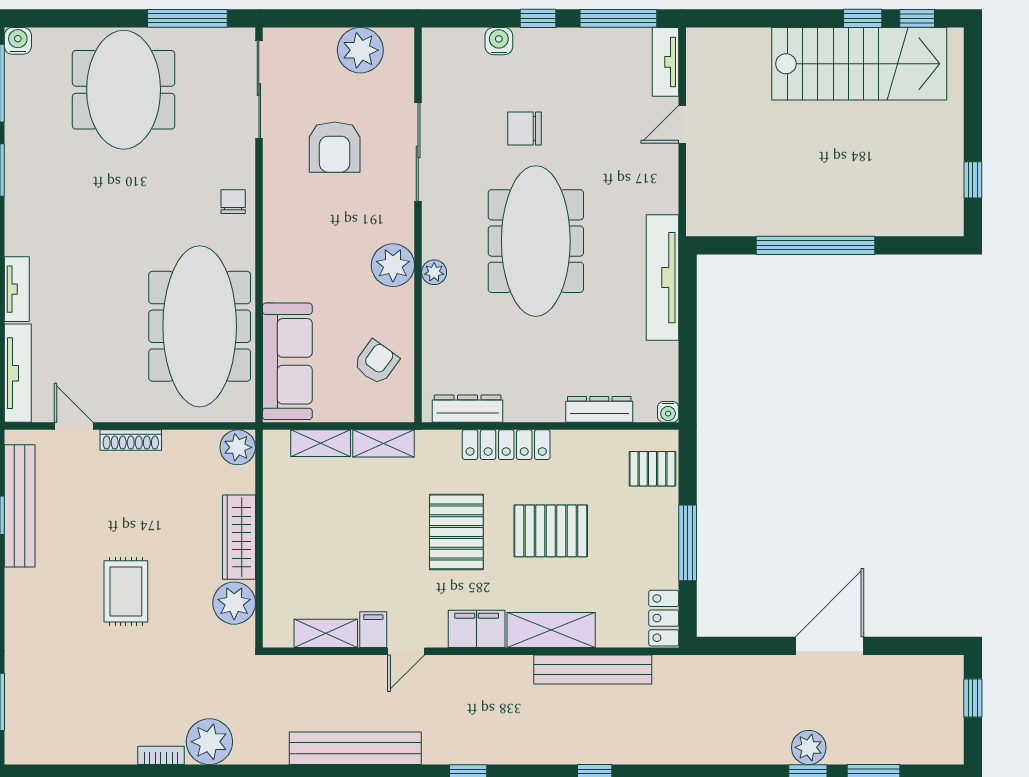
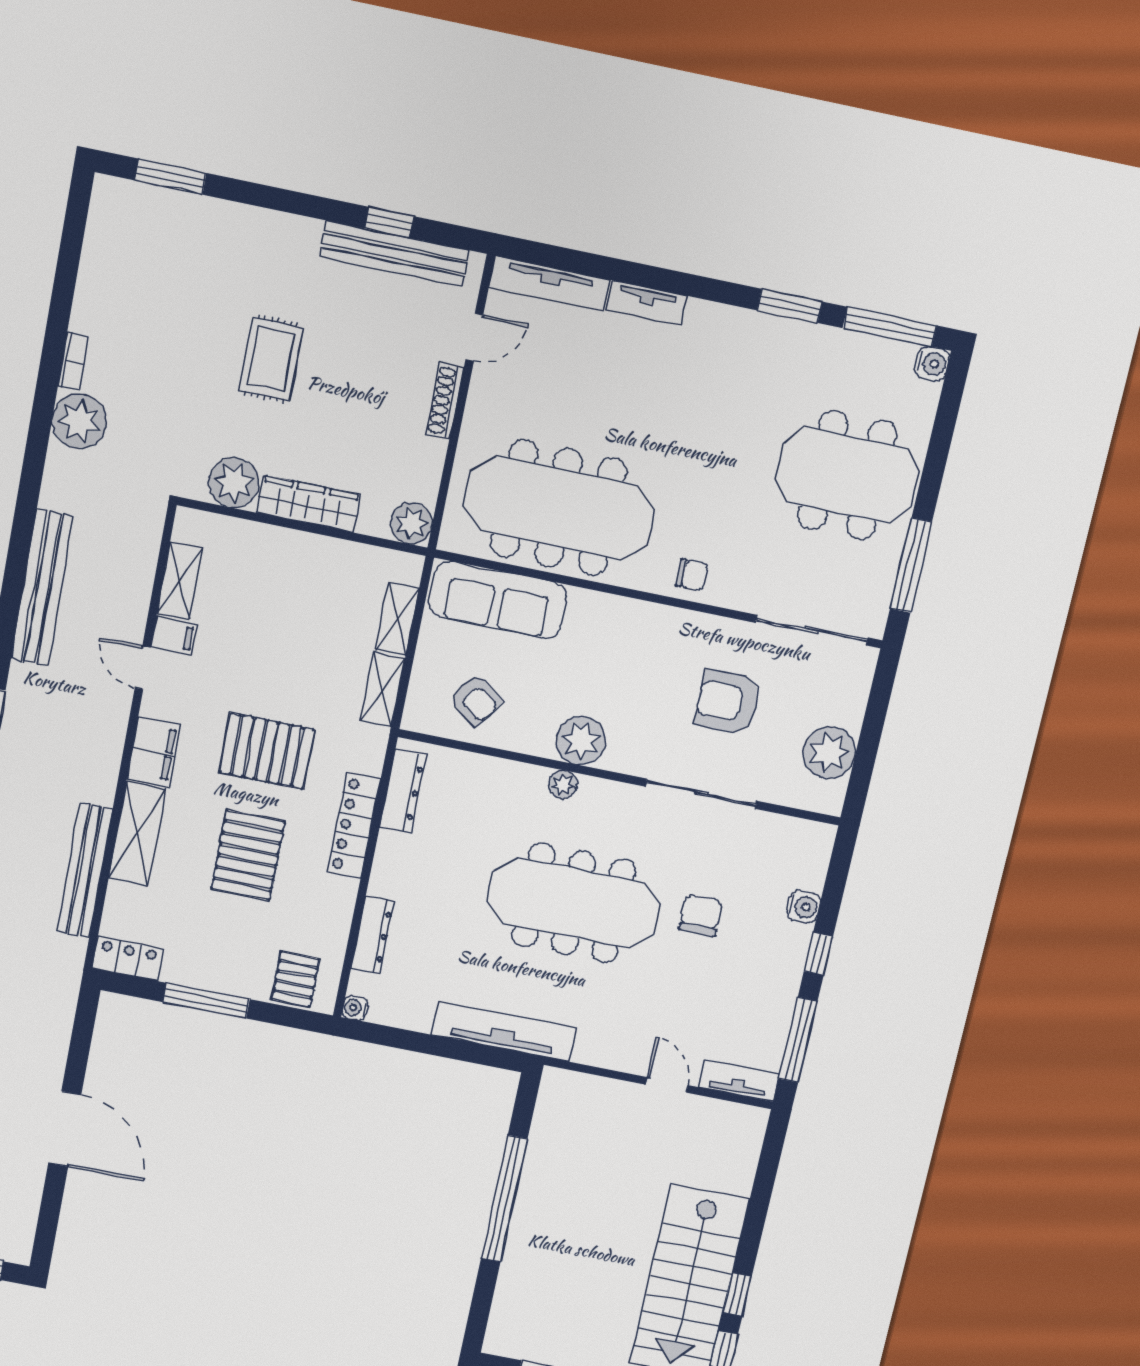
rug: (126, 591) -> (271, 359), turned 90

